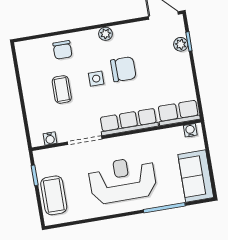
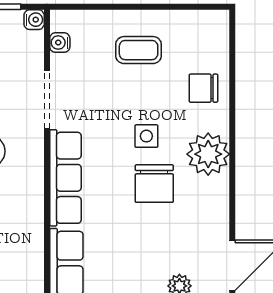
plant: (105, 34) -> (208, 154), width x1.87, depth x1.87
coffee table: (62, 89) -> (139, 50), moved
water cooler: (190, 130) -> (34, 20), moved

